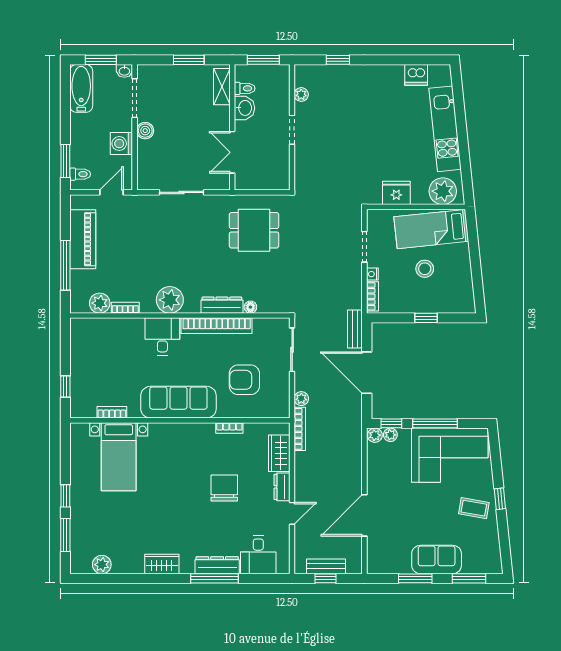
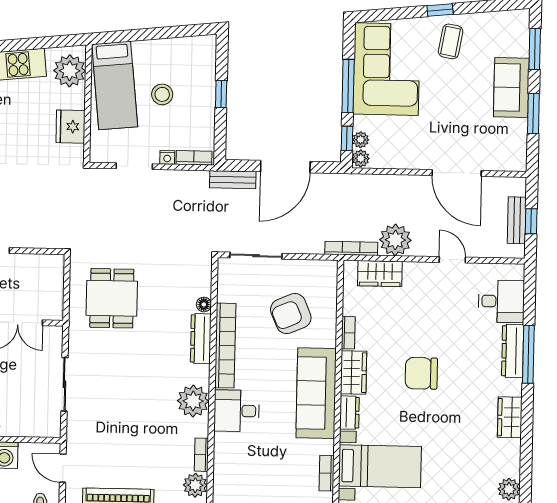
armchair: (244, 380) -> (291, 314), turned 67
plant: (301, 399) -> (395, 240), moved, width x1.87, depth x1.87
wardrobe: (196, 433) -> (354, 372), added
dresser: (282, 487) -> (350, 413), moved, turned -90
chair: (224, 488) -> (421, 373), moved

